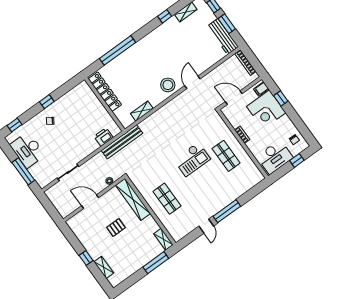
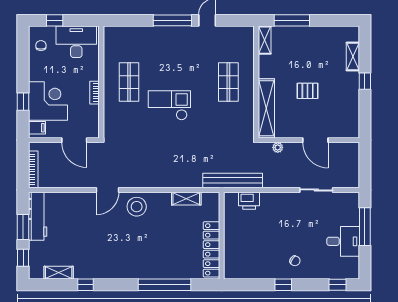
desk: (28, 150) -> (343, 241), width x0.73

